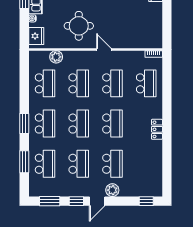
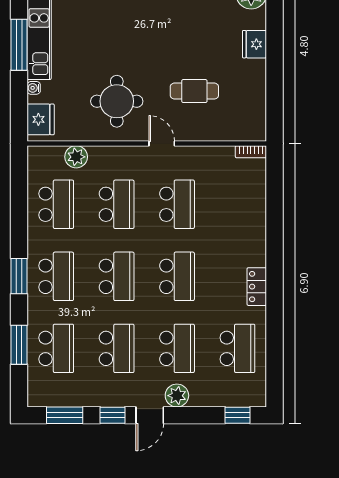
cafe table: (122, 20) -> (194, 91), added
school desk: (146, 83) -> (237, 348), moved

